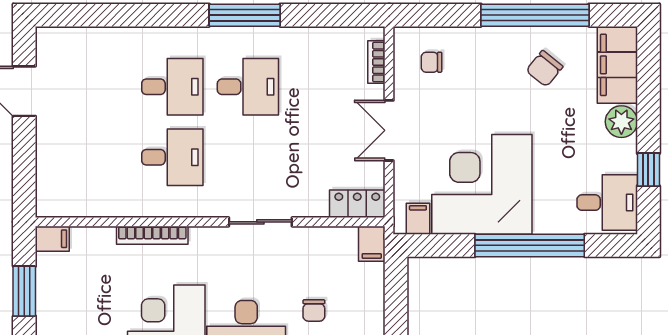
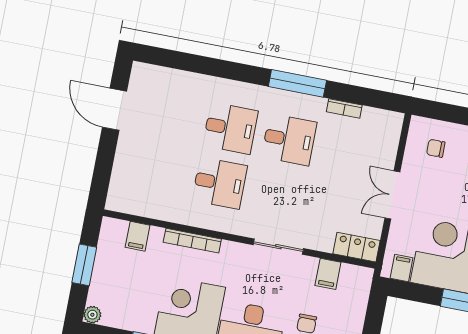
bookcase: (376, 62) -> (344, 108), moved, turned -90
filing cabinet: (52, 239) -> (138, 236), moved, turned 90
filing cabinet: (372, 244) -> (328, 274), moved

